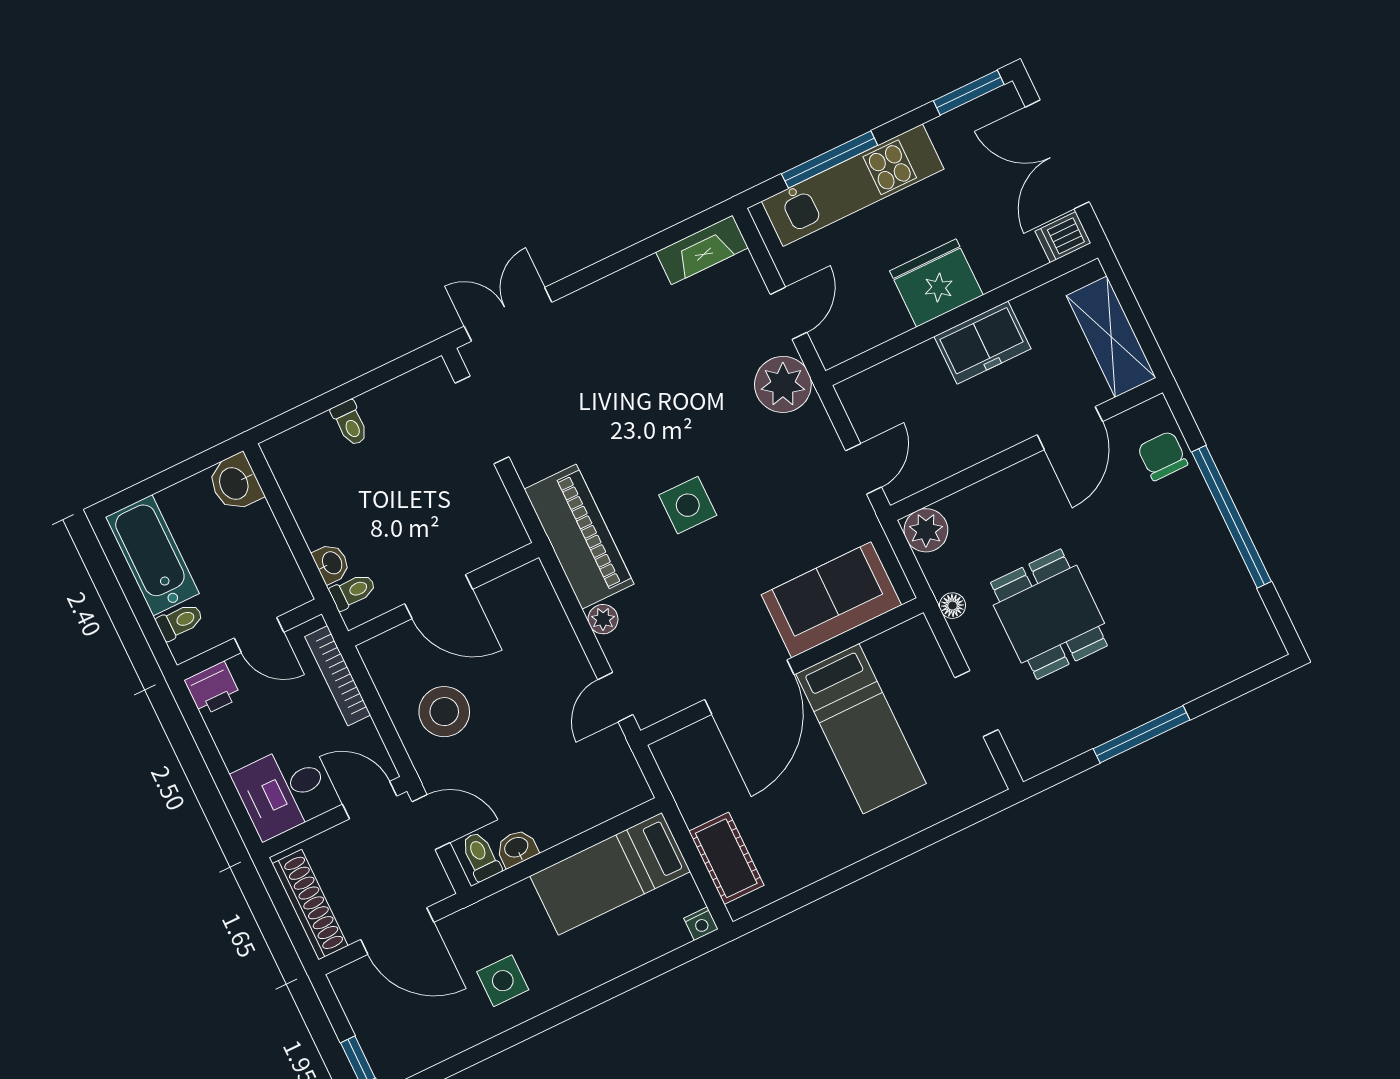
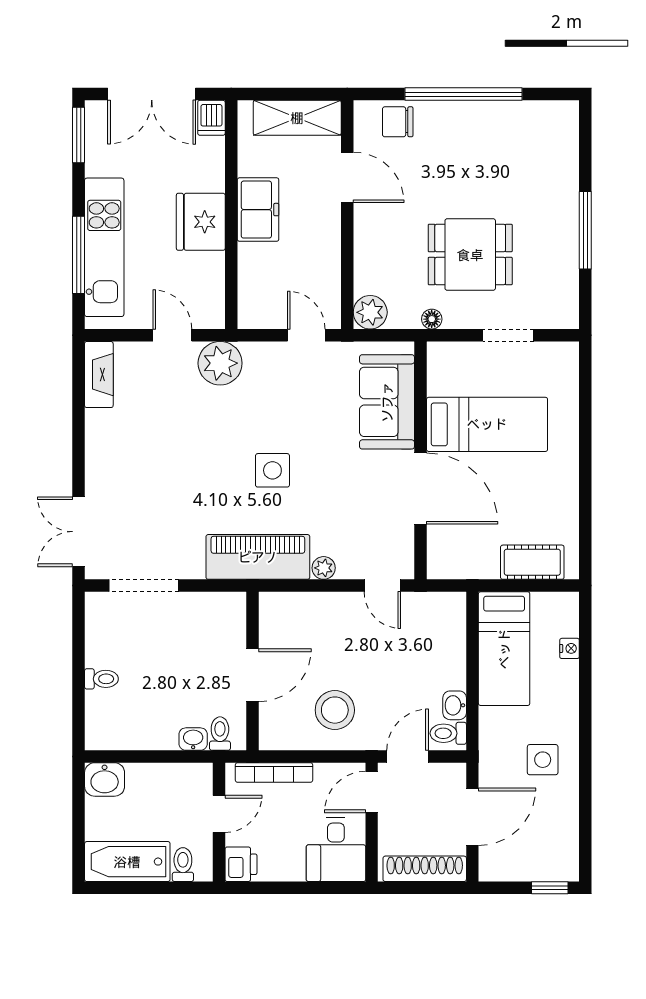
nightstand: (701, 924) -> (570, 648), moved

